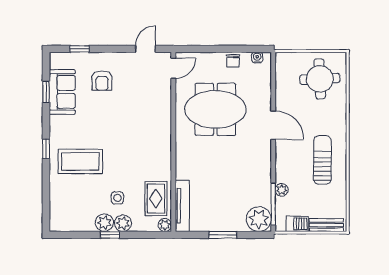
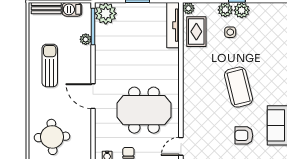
armchair: (102, 81) -> (244, 135), turned -90
sun lounger: (322, 160) -> (50, 65), turned 180
coffee table: (80, 161) -> (239, 87), moved, turned 76

